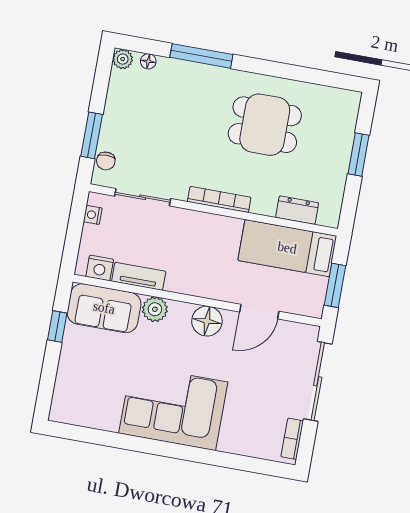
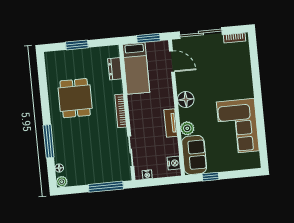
window: (92, 135) -> (106, 187), width x1.44
chair: (106, 161) -> (117, 176), removed
tv unit: (139, 276) -> (171, 123), moved
door: (259, 312) -> (172, 61), moved
corner sofa: (173, 408) -> (238, 126), moved

